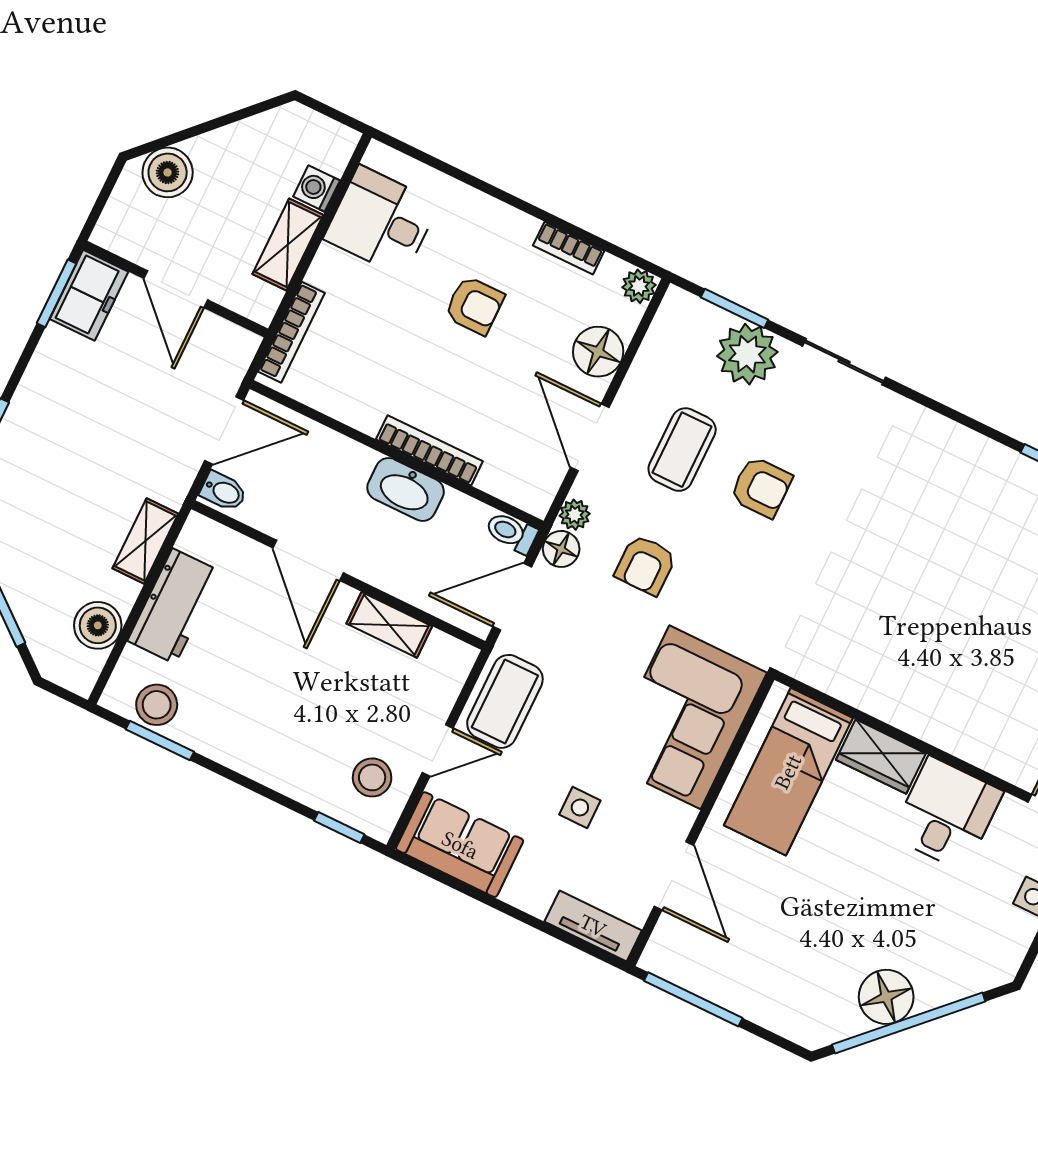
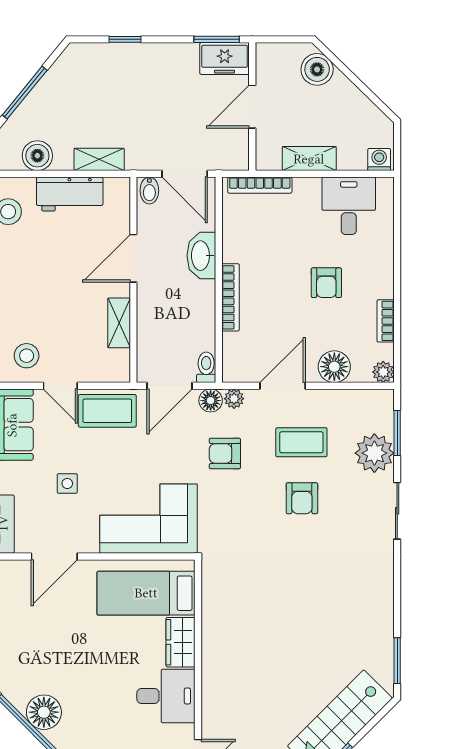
washing machine: (317, 189) -> (379, 159), moved
washbasin: (406, 489) -> (201, 256), moved
door: (512, 597) -> (169, 386), swing flipped

